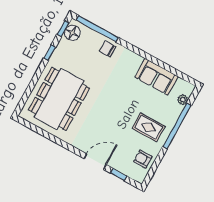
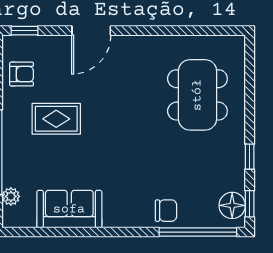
dining table: (59, 99) -> (197, 95), width x0.73, depth x0.80
rug: (148, 127) -> (56, 119), moved
window: (119, 175) -> (25, 31), moved

